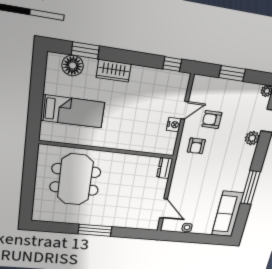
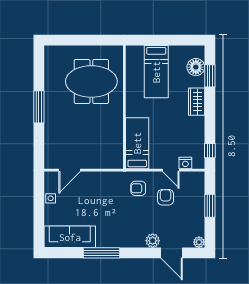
nightstand: (174, 125) -> (185, 163), moved
bed: (149, 141) -> (137, 143), added
dresser: (165, 168) -> (113, 163), removed

